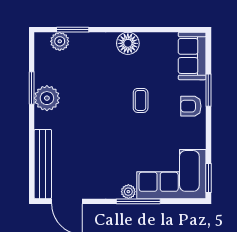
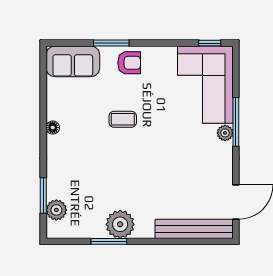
floor lamp: (128, 43) -> (53, 128), width x0.53, depth x0.53
armchair: (191, 106) -> (129, 63), turned -90
window: (208, 178) -> (210, 43), width x0.67

